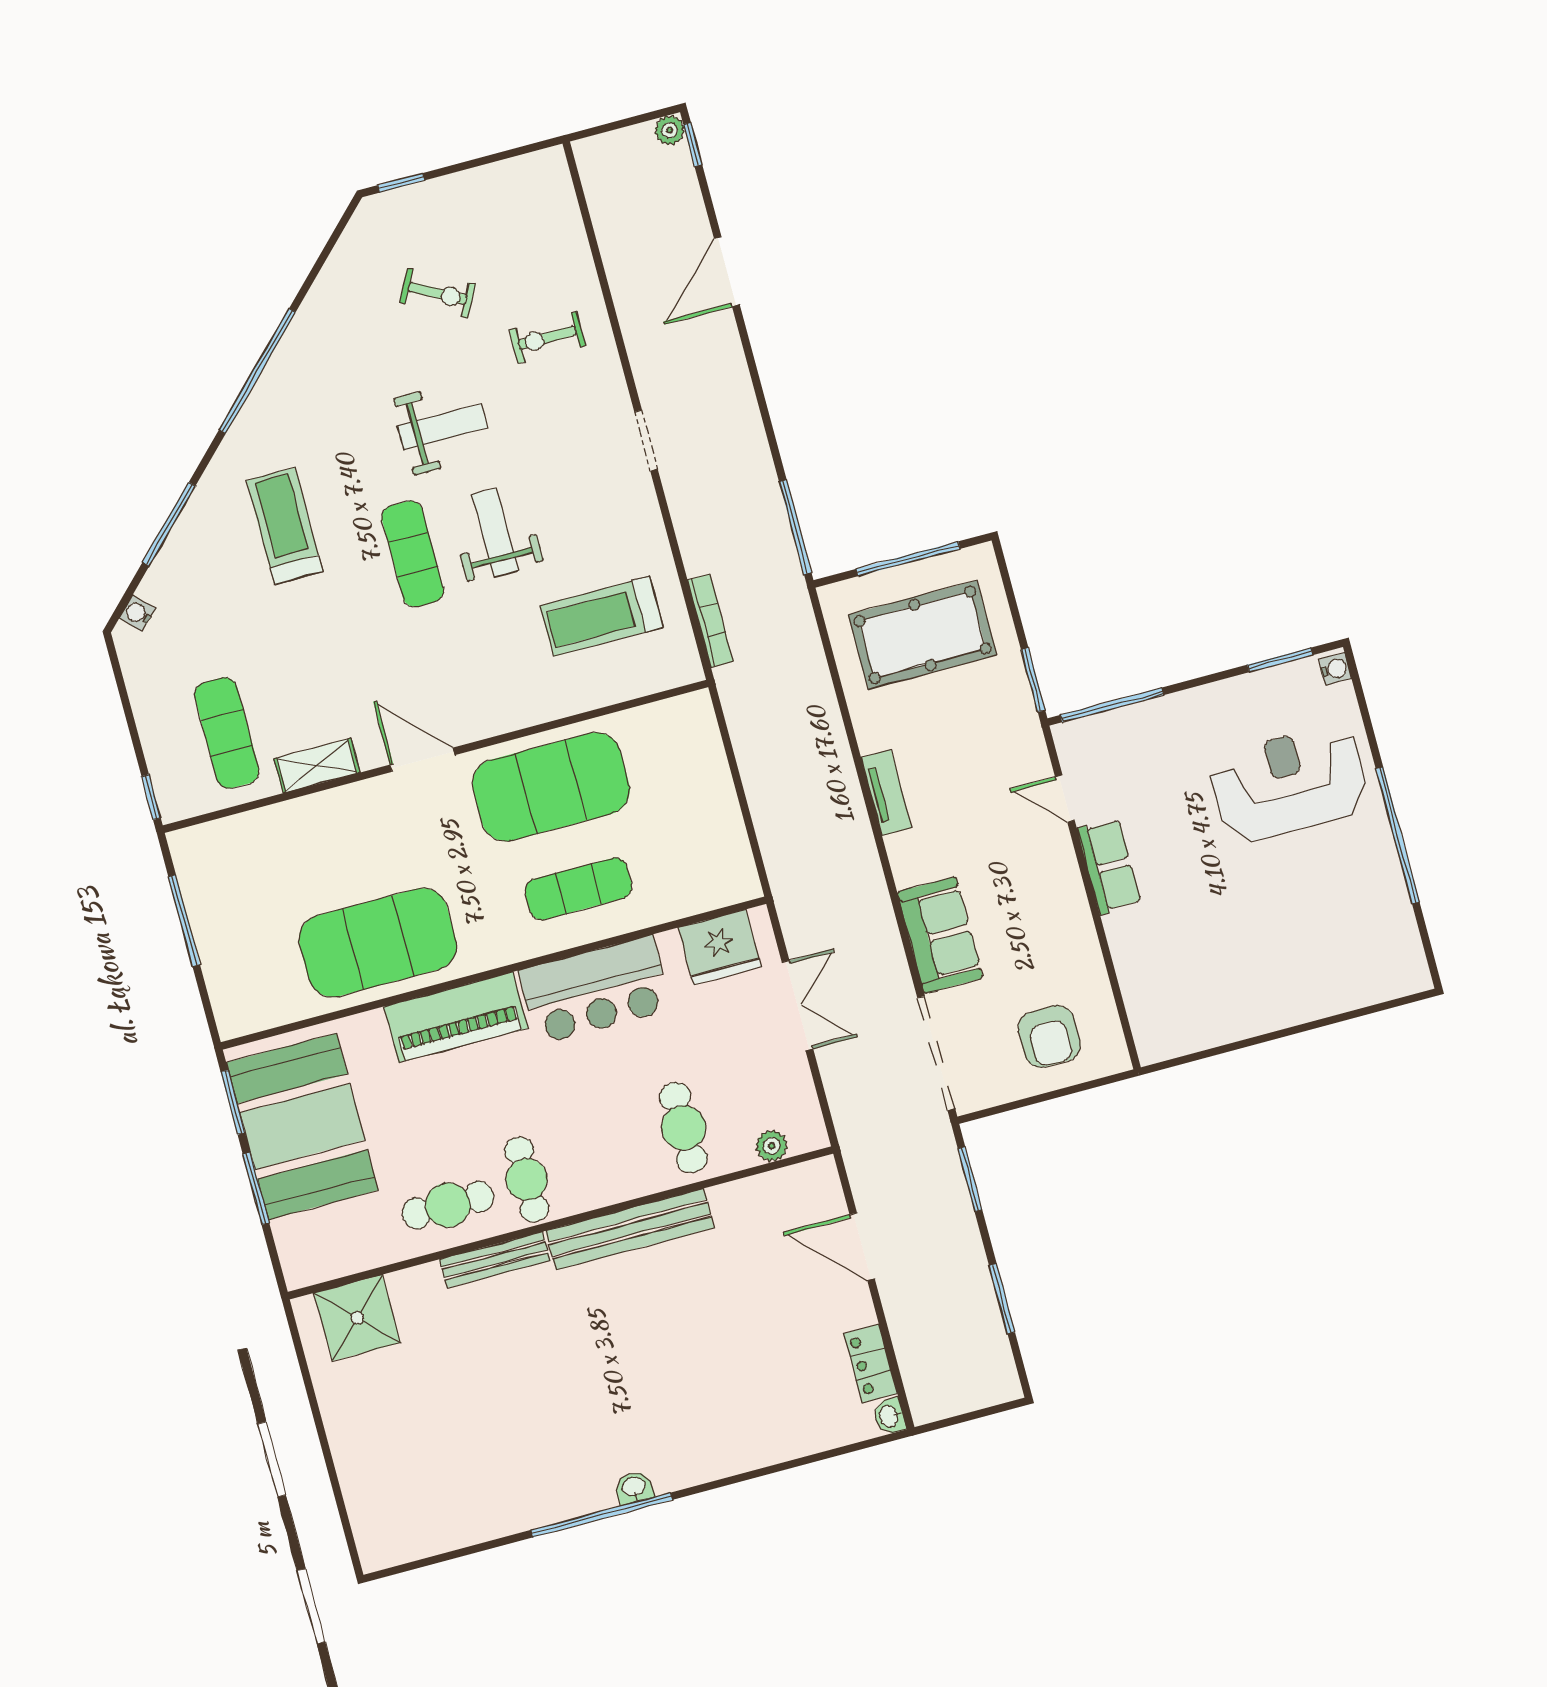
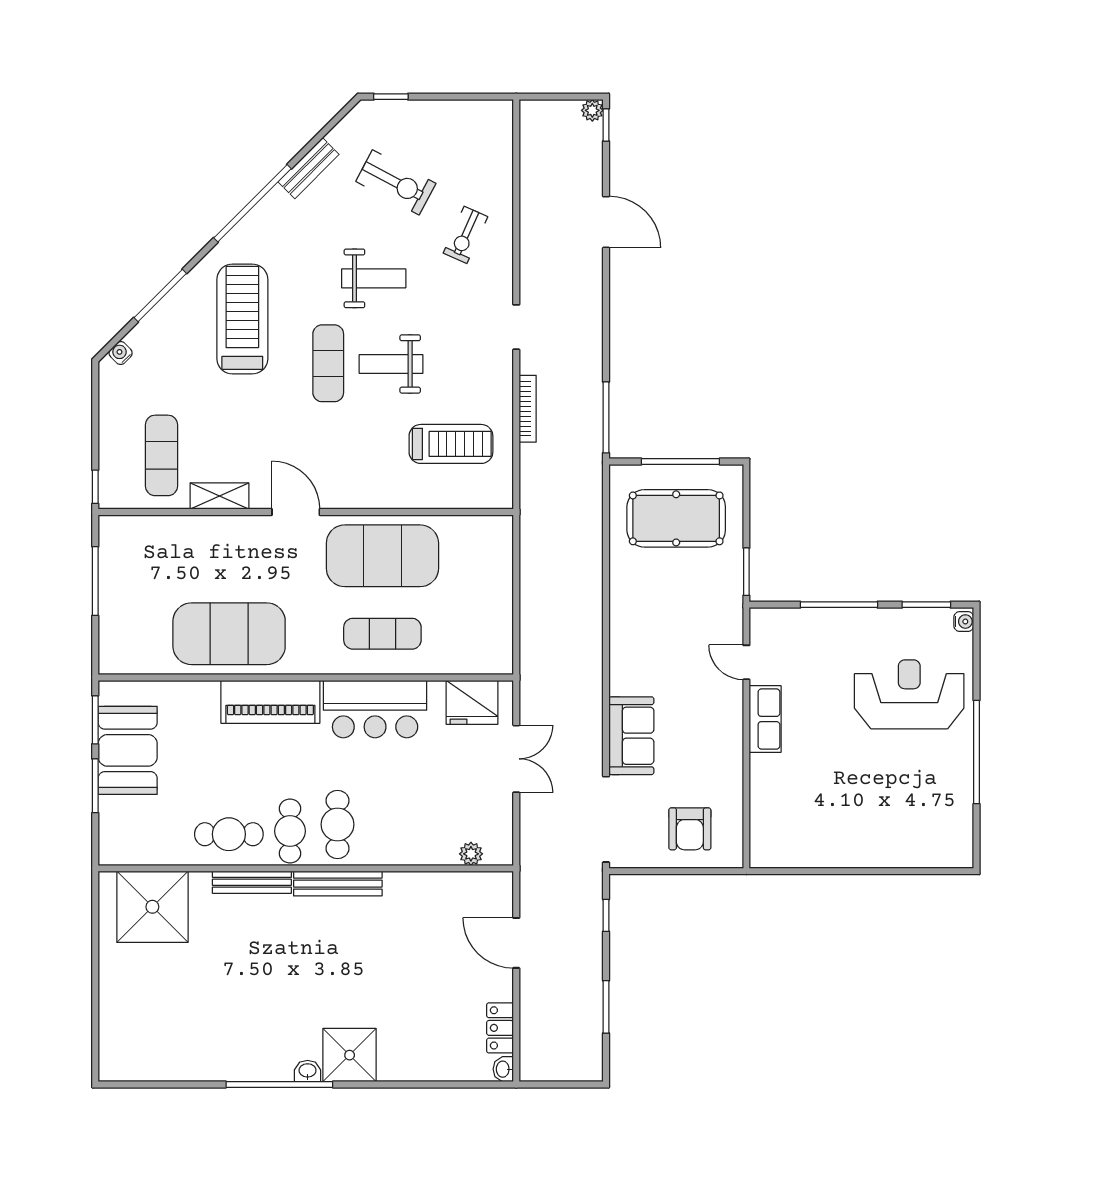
door: (727, 272) -> (606, 222), swing flipped
exercise bike: (438, 293) -> (396, 182), width x1.38, depth x1.39
bench: (318, 305) -> (309, 168), added
exercise bike: (547, 338) -> (465, 235), turned -66
treadmill: (285, 526) -> (242, 319), width x1.37, depth x1.38
weight bench: (495, 533) -> (391, 364), turned -90
treadmill: (602, 616) -> (451, 444), turned 180
bookcase: (710, 621) -> (528, 409), moved
window: (1112, 705) -> (839, 605), moved
tv unit: (886, 793) -> (620, 624), removed
booth: (302, 1126) -> (128, 750), width x0.73, depth x0.70
cafe table: (684, 1128) -> (338, 824), moved
window: (970, 1179) -> (606, 915), width x0.67
bench: (630, 1229) -> (338, 884), width x0.73, depth x0.82
shower: (357, 1318) -> (152, 907), width x1.37, depth x1.37
shower: (683, 1452) -> (350, 1055), added

